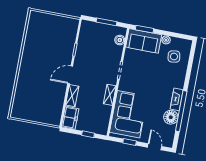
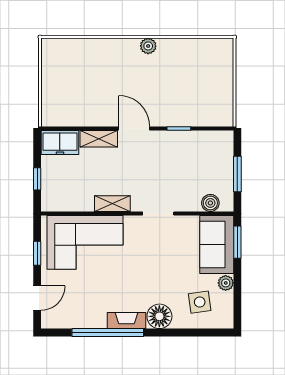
plant: (26, 58) -> (148, 46), added
floor lamp: (171, 117) -> (159, 316), moved

